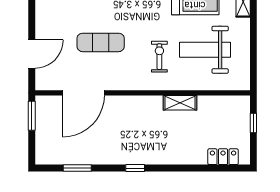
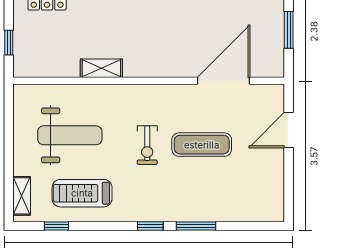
exercise bike: (159, 57) -> (147, 145), moved
window: (32, 116) -> (289, 30), moved

